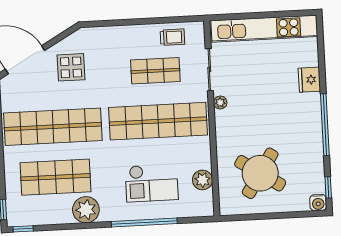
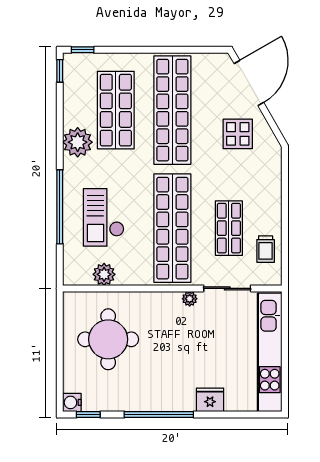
round table: (260, 173) -> (108, 339), turned -33

